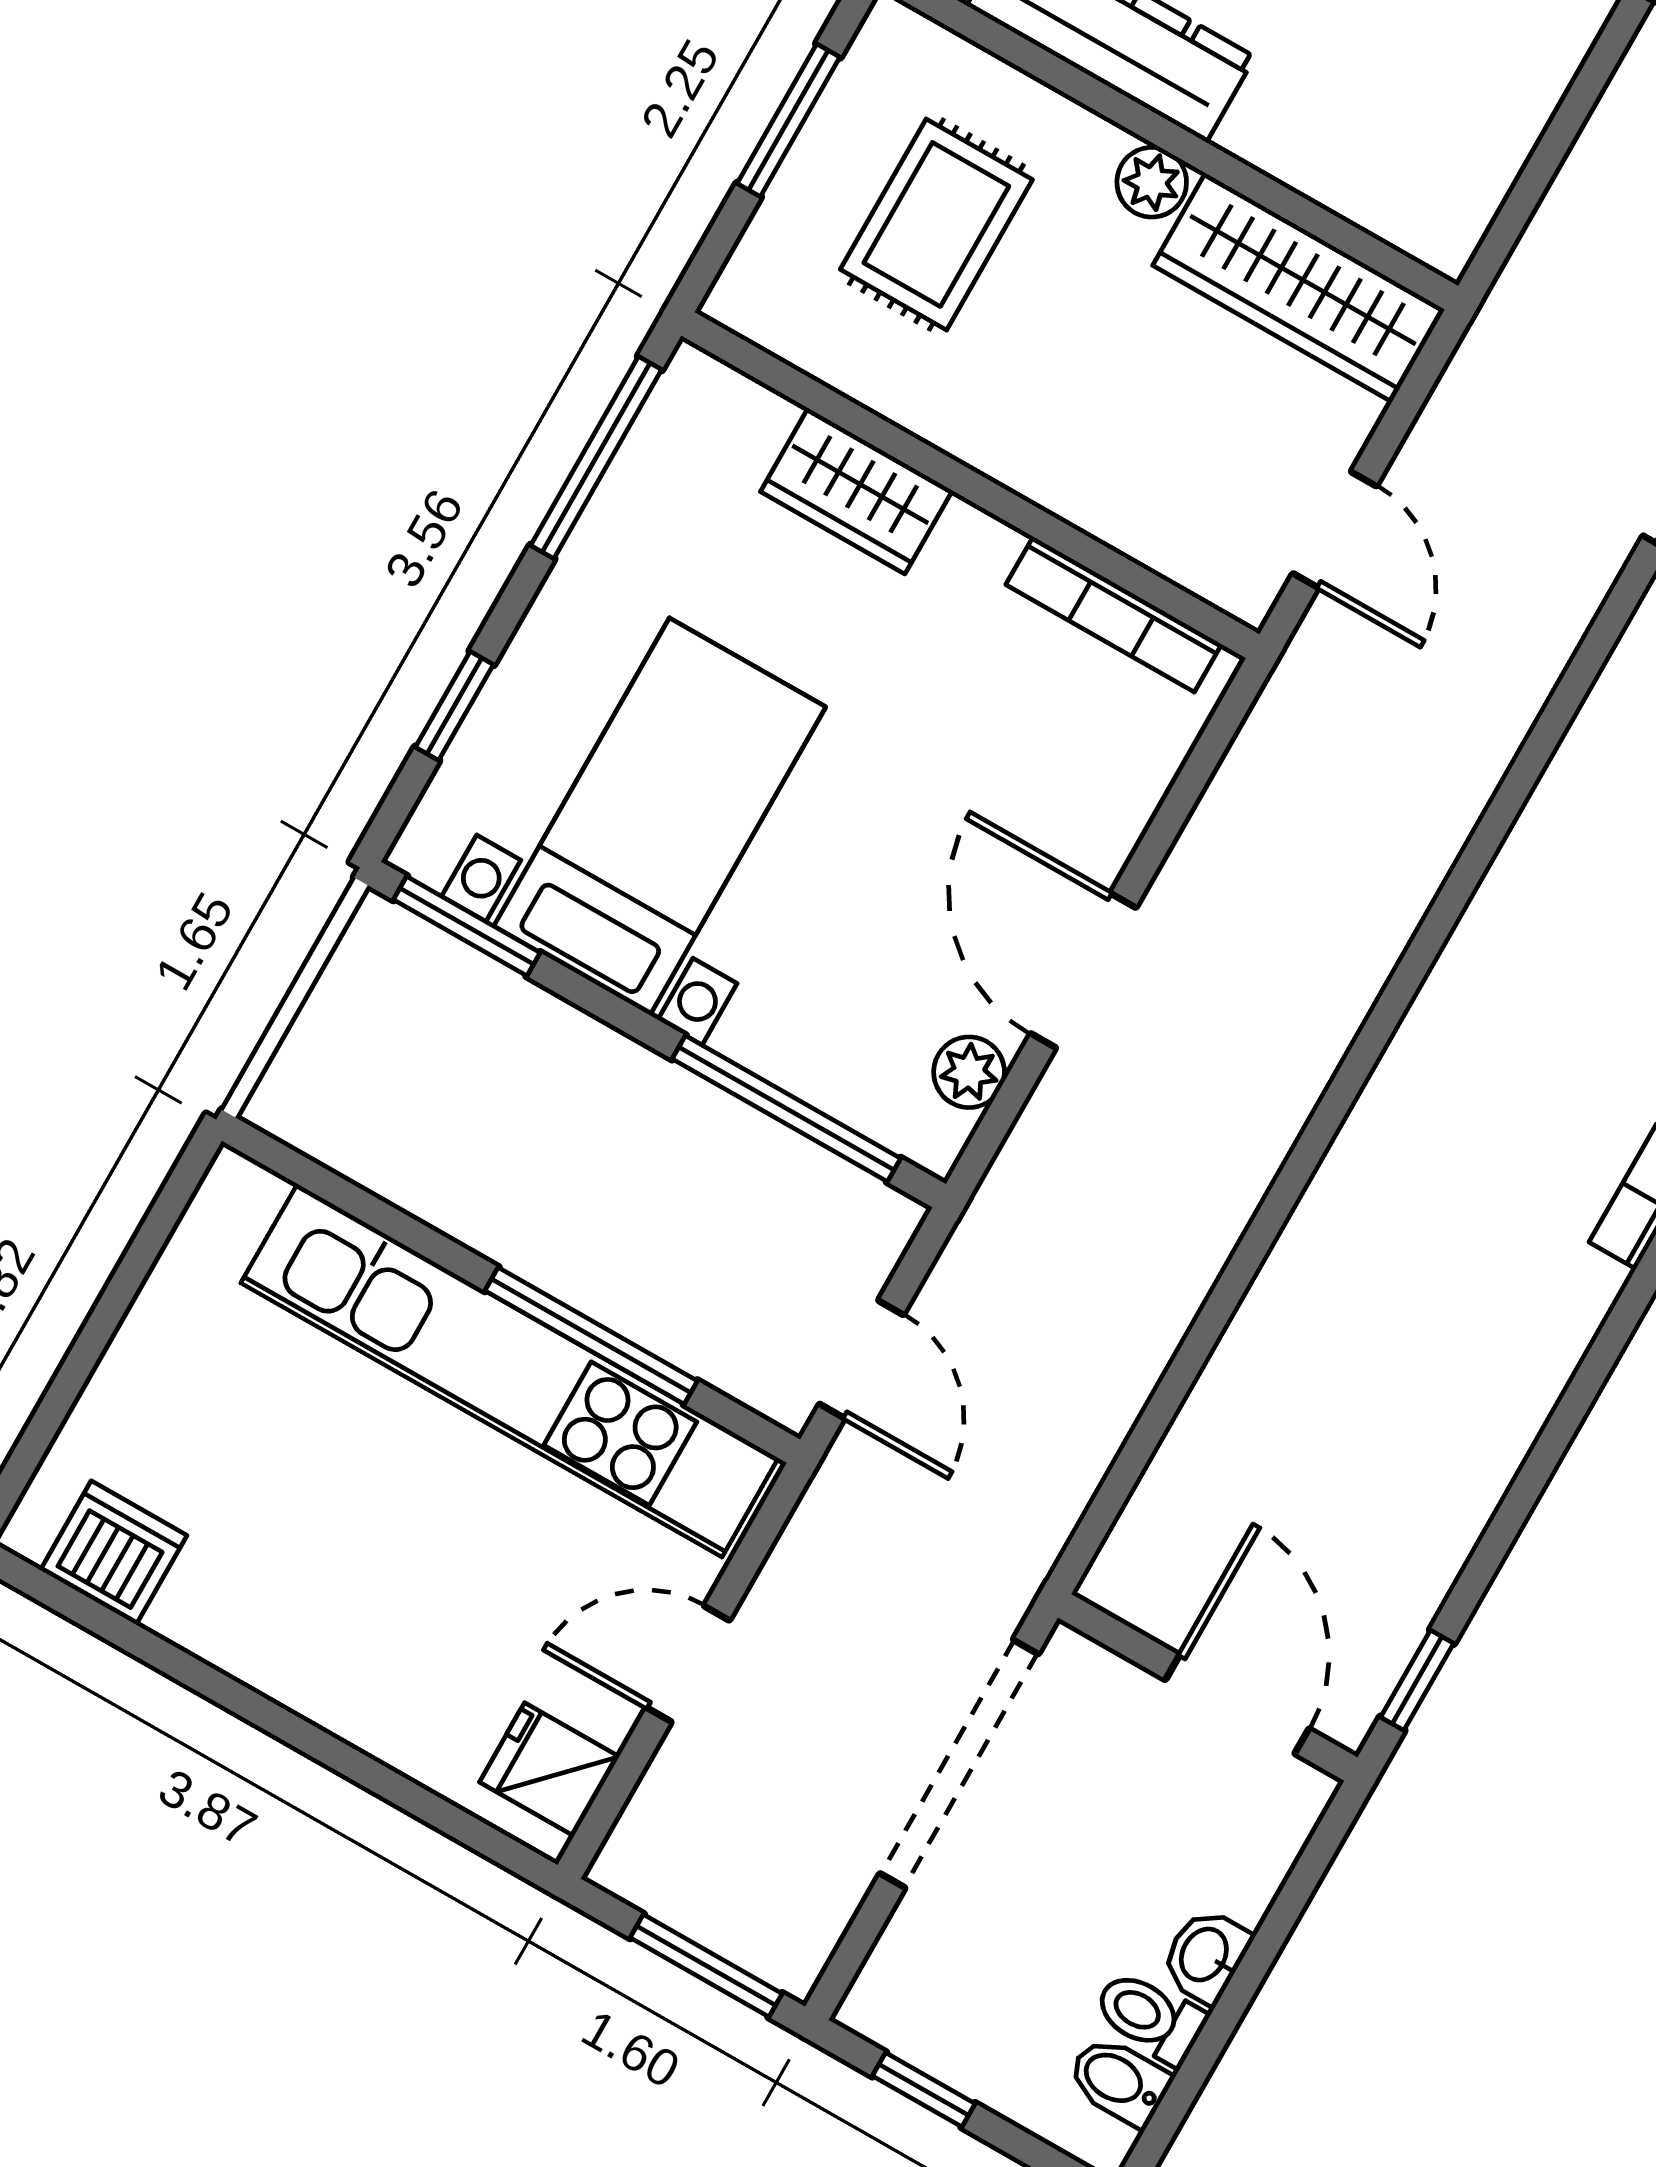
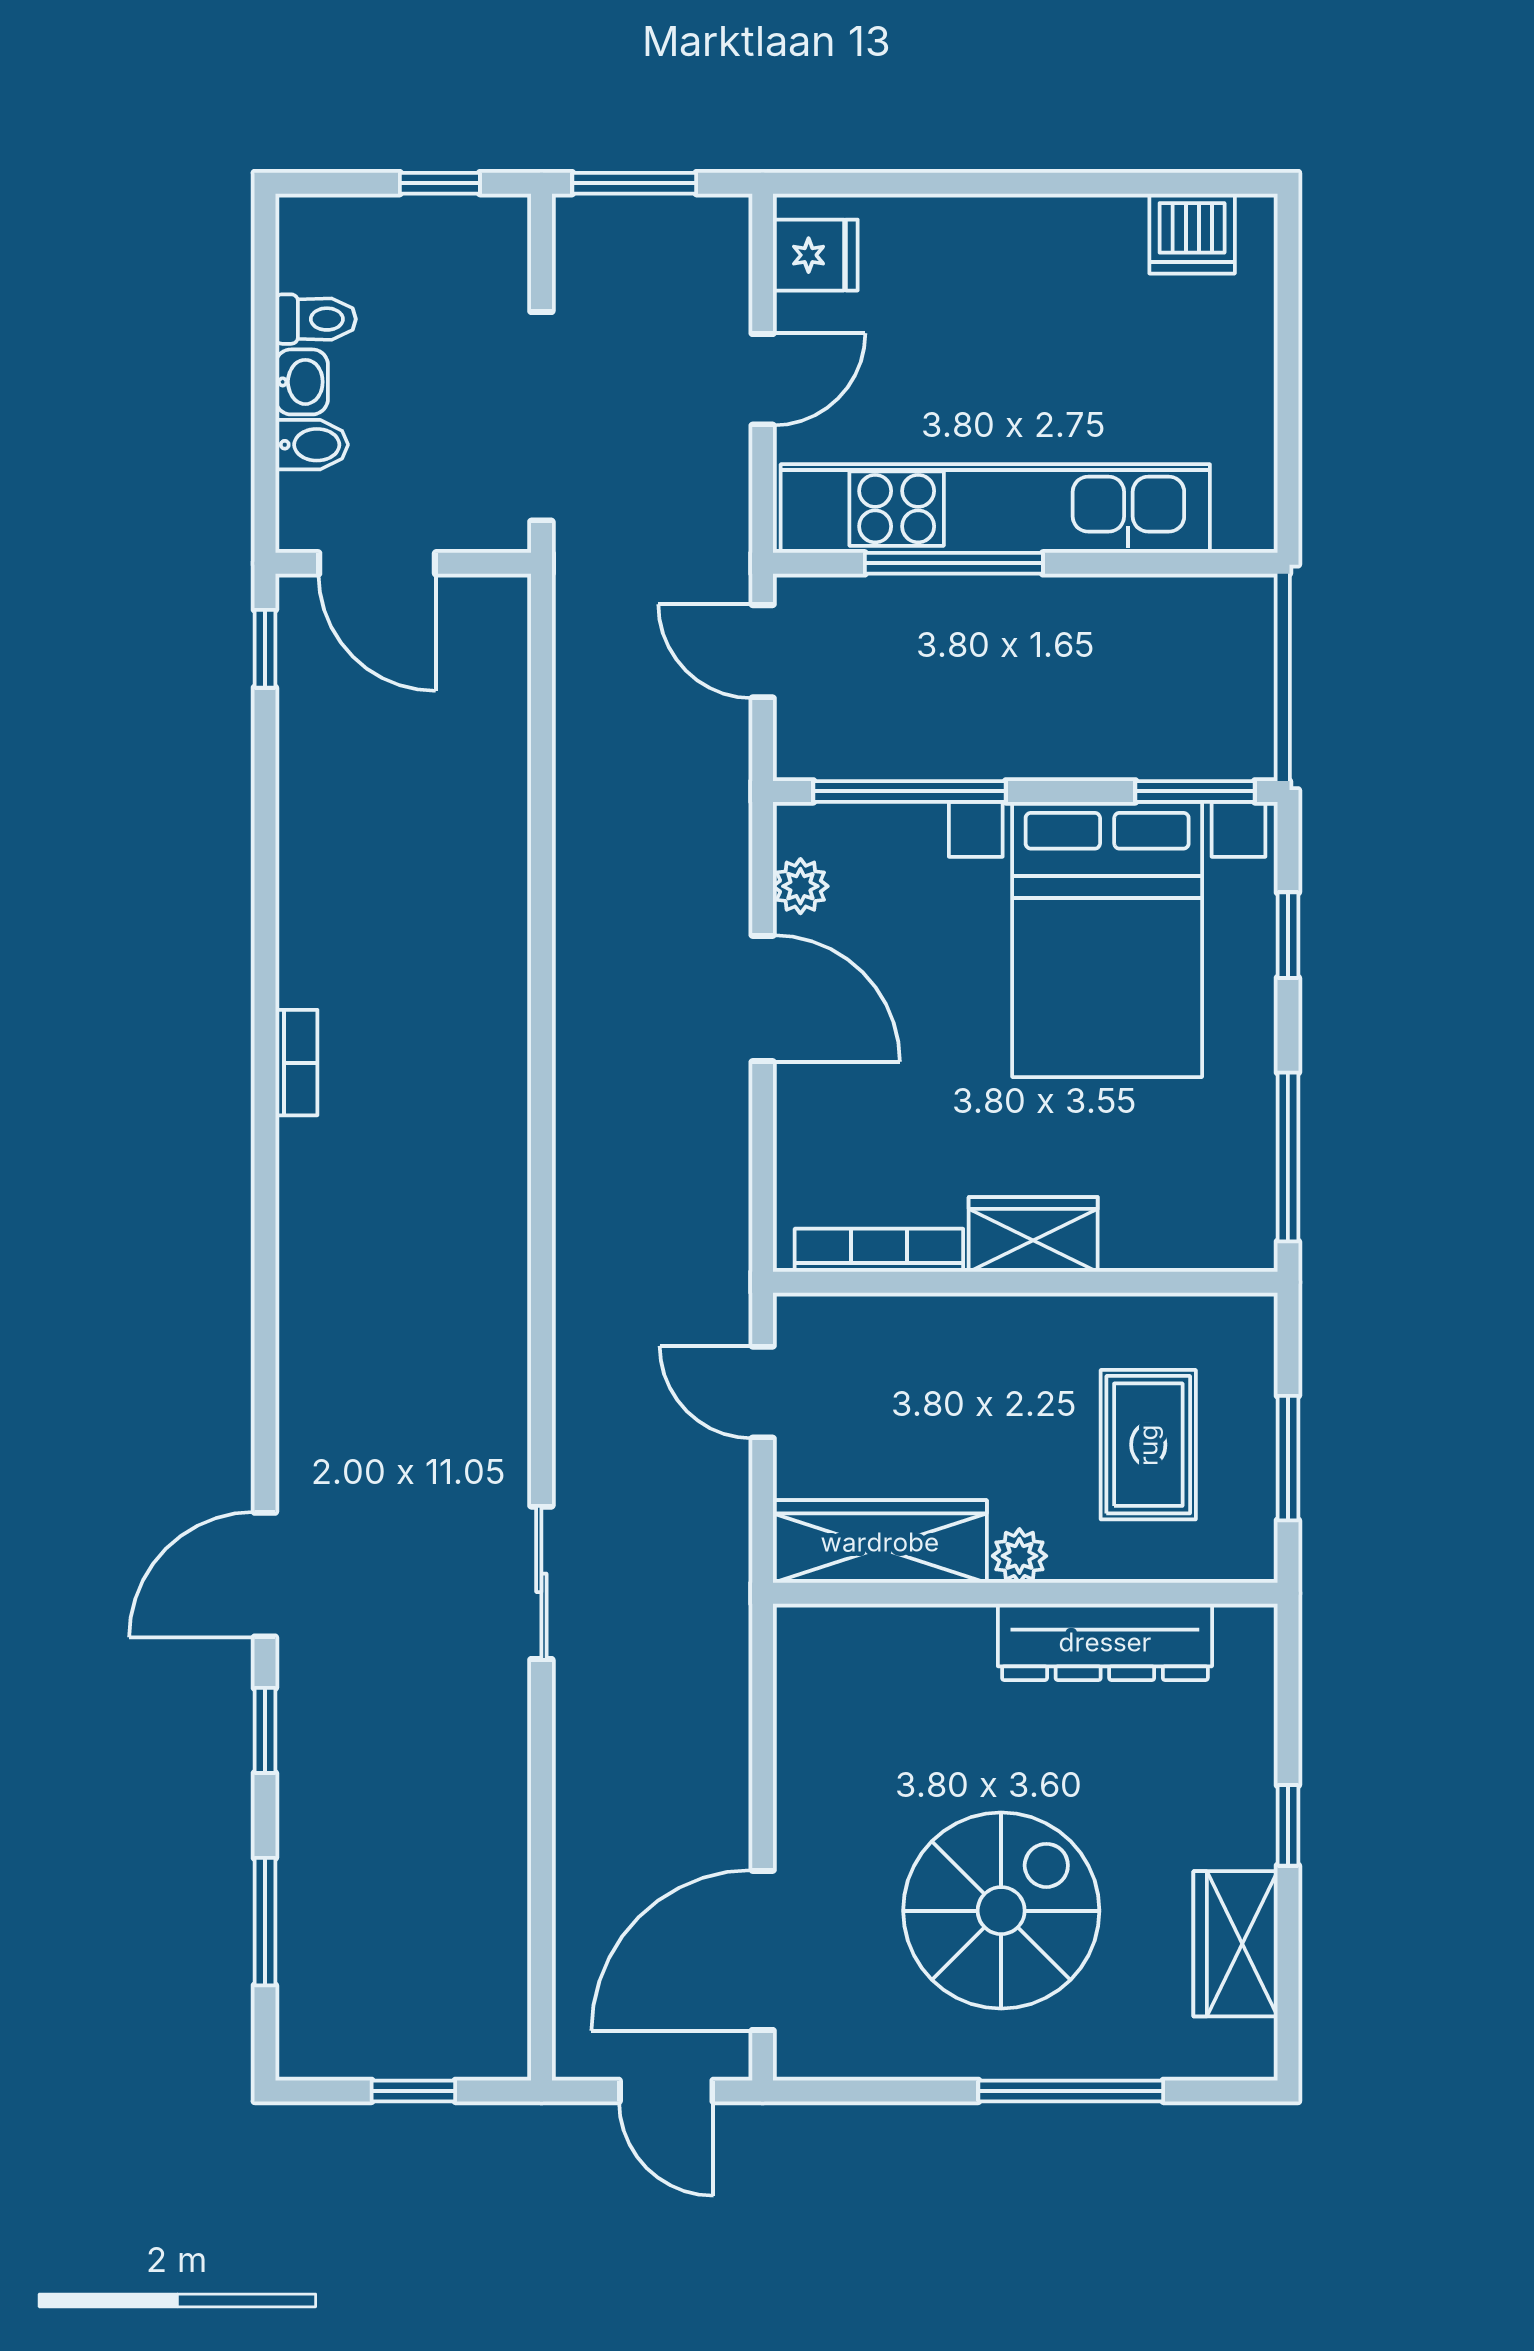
wardrobe: (856, 491) -> (1033, 1234), moved
bed with nightstands: (660, 817) -> (1107, 939), width x1.36
bidet: (1119, 2081) -> (312, 445), moved

